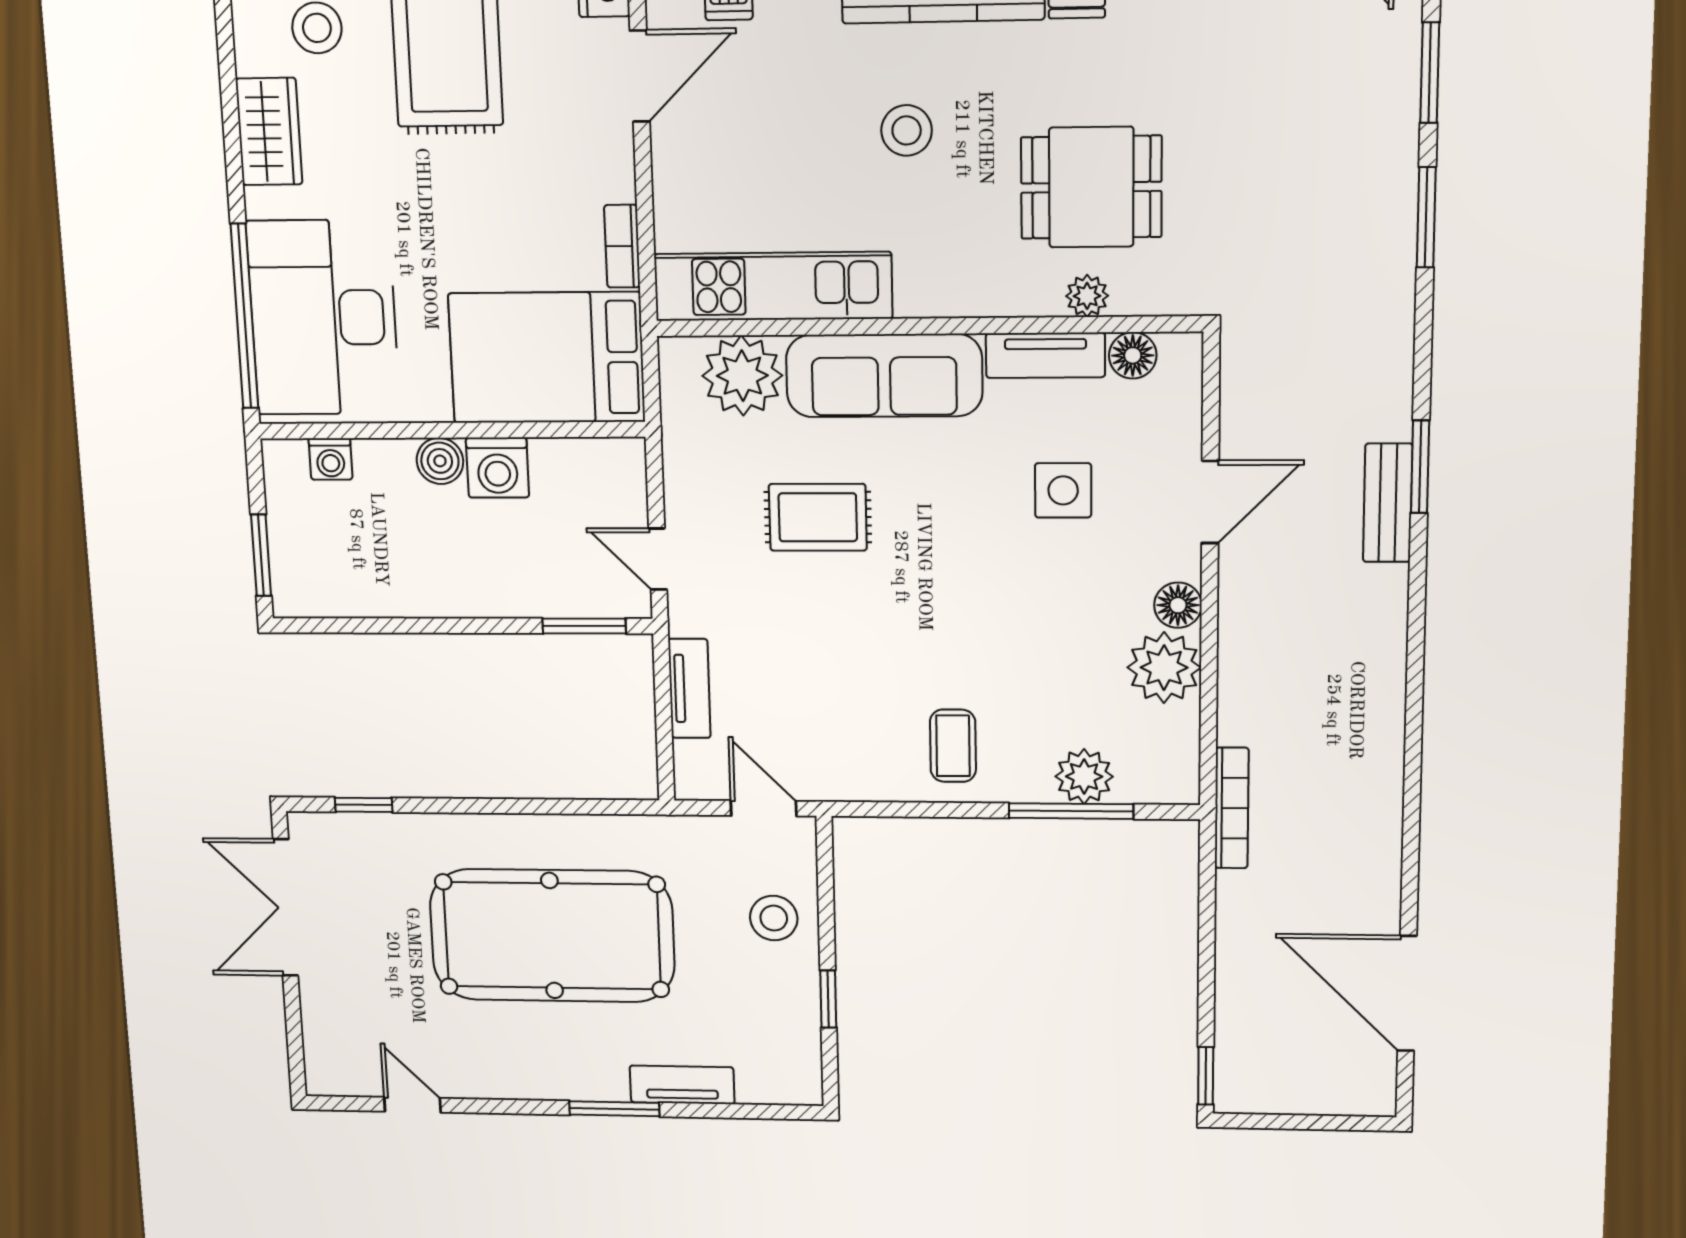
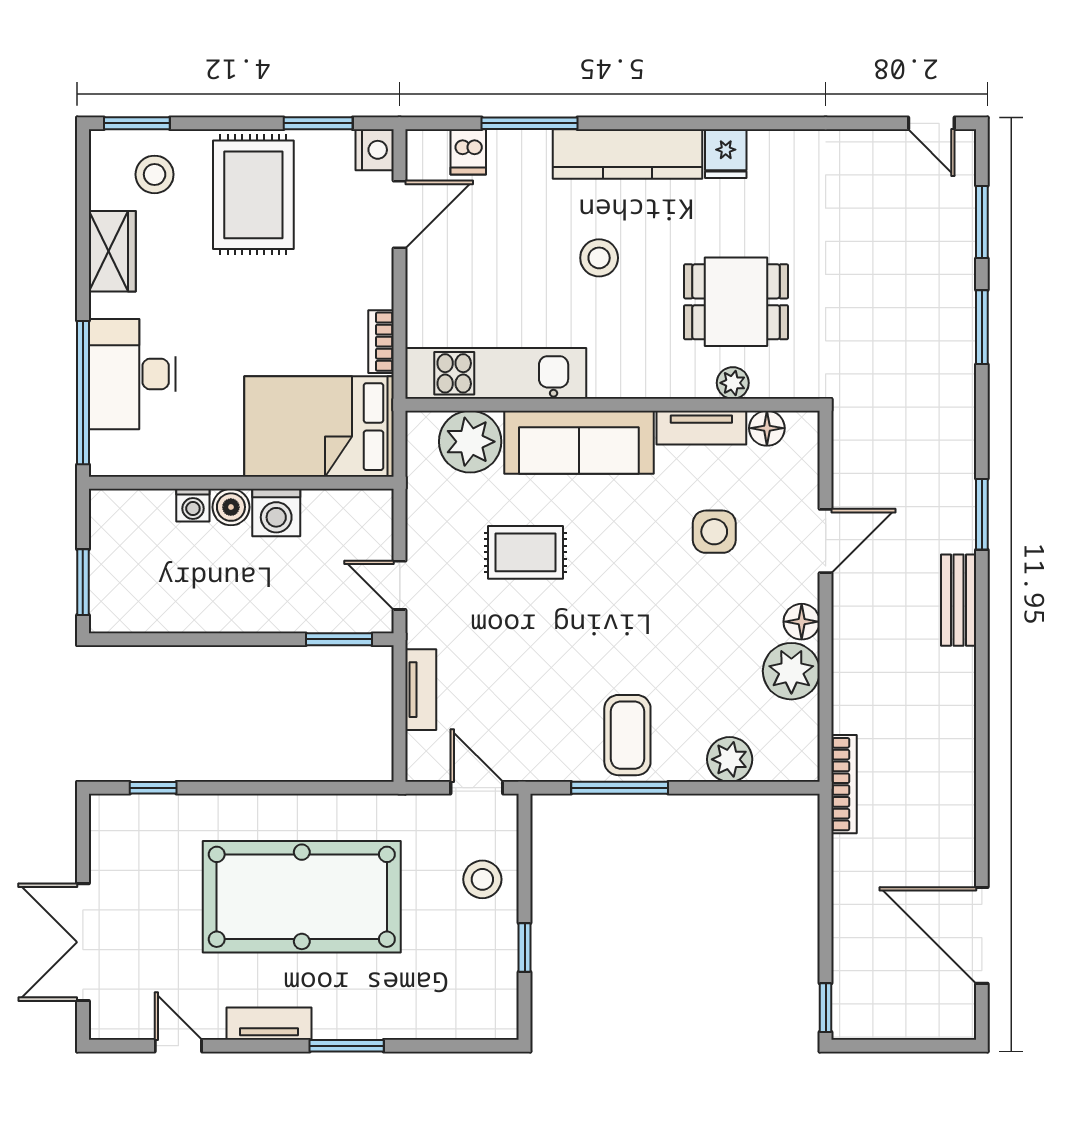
desk: (323, 318) -> (132, 374), width x0.73, depth x0.77
washing machine: (331, 459) -> (193, 505), moved
bench: (1388, 503) -> (959, 600), moved
coffee table: (953, 746) -> (627, 735), width x1.36, depth x1.30
window: (1071, 811) -> (620, 788), moved
double door: (286, 908) -> (83, 942), moved
tv unit: (682, 1085) -> (269, 1024), moved

